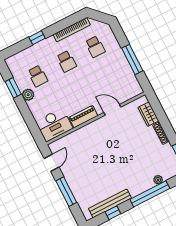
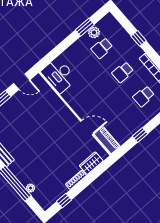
window: (132, 59) -> (140, 135), width x0.46
plant: (28, 95) -> (94, 32), moved
door: (112, 110) -> (87, 128), hinge flipped
piano: (83, 117) -> (107, 140), moved

